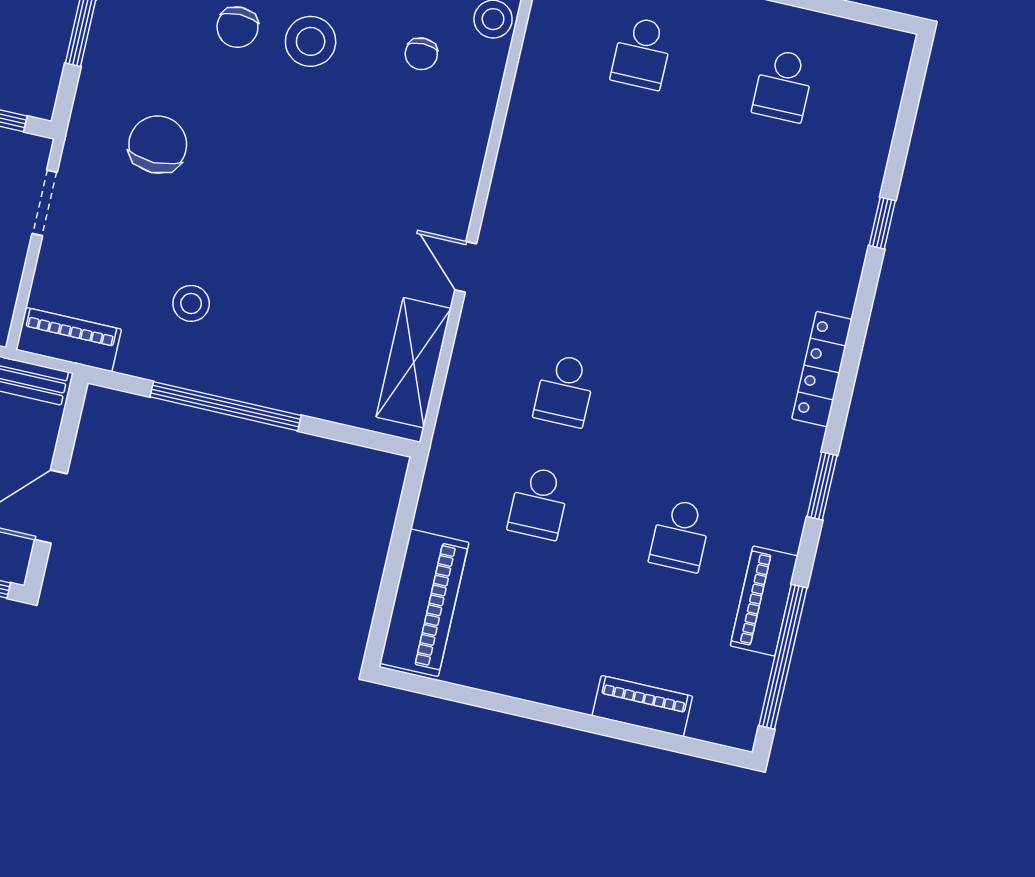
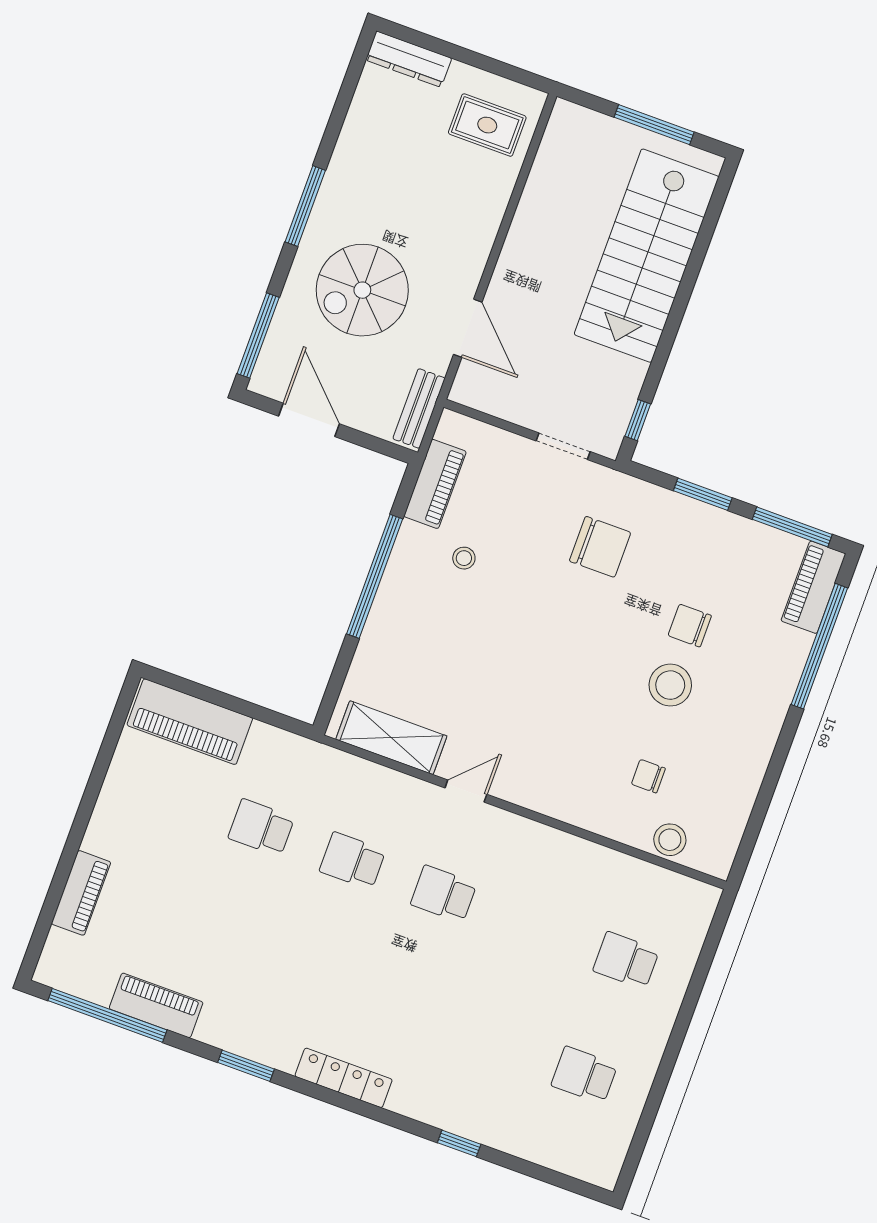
stool: (191, 303) -> (464, 558), width x0.73, depth x0.73
piano: (69, 340) -> (435, 484), moved
school desk: (680, 535) -> (444, 894), moved

